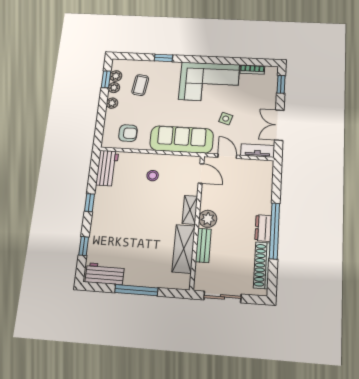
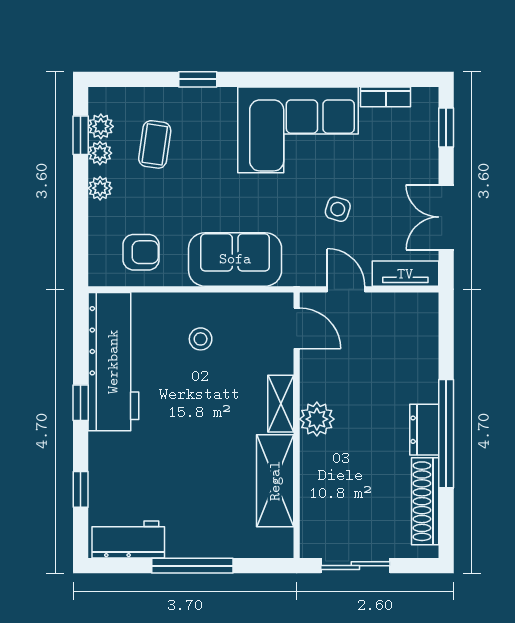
sofa: (182, 139) -> (235, 259), width x0.73
workbench: (107, 168) -> (113, 362), width x1.88, depth x1.32
bench: (203, 245) -> (312, 471), removed

